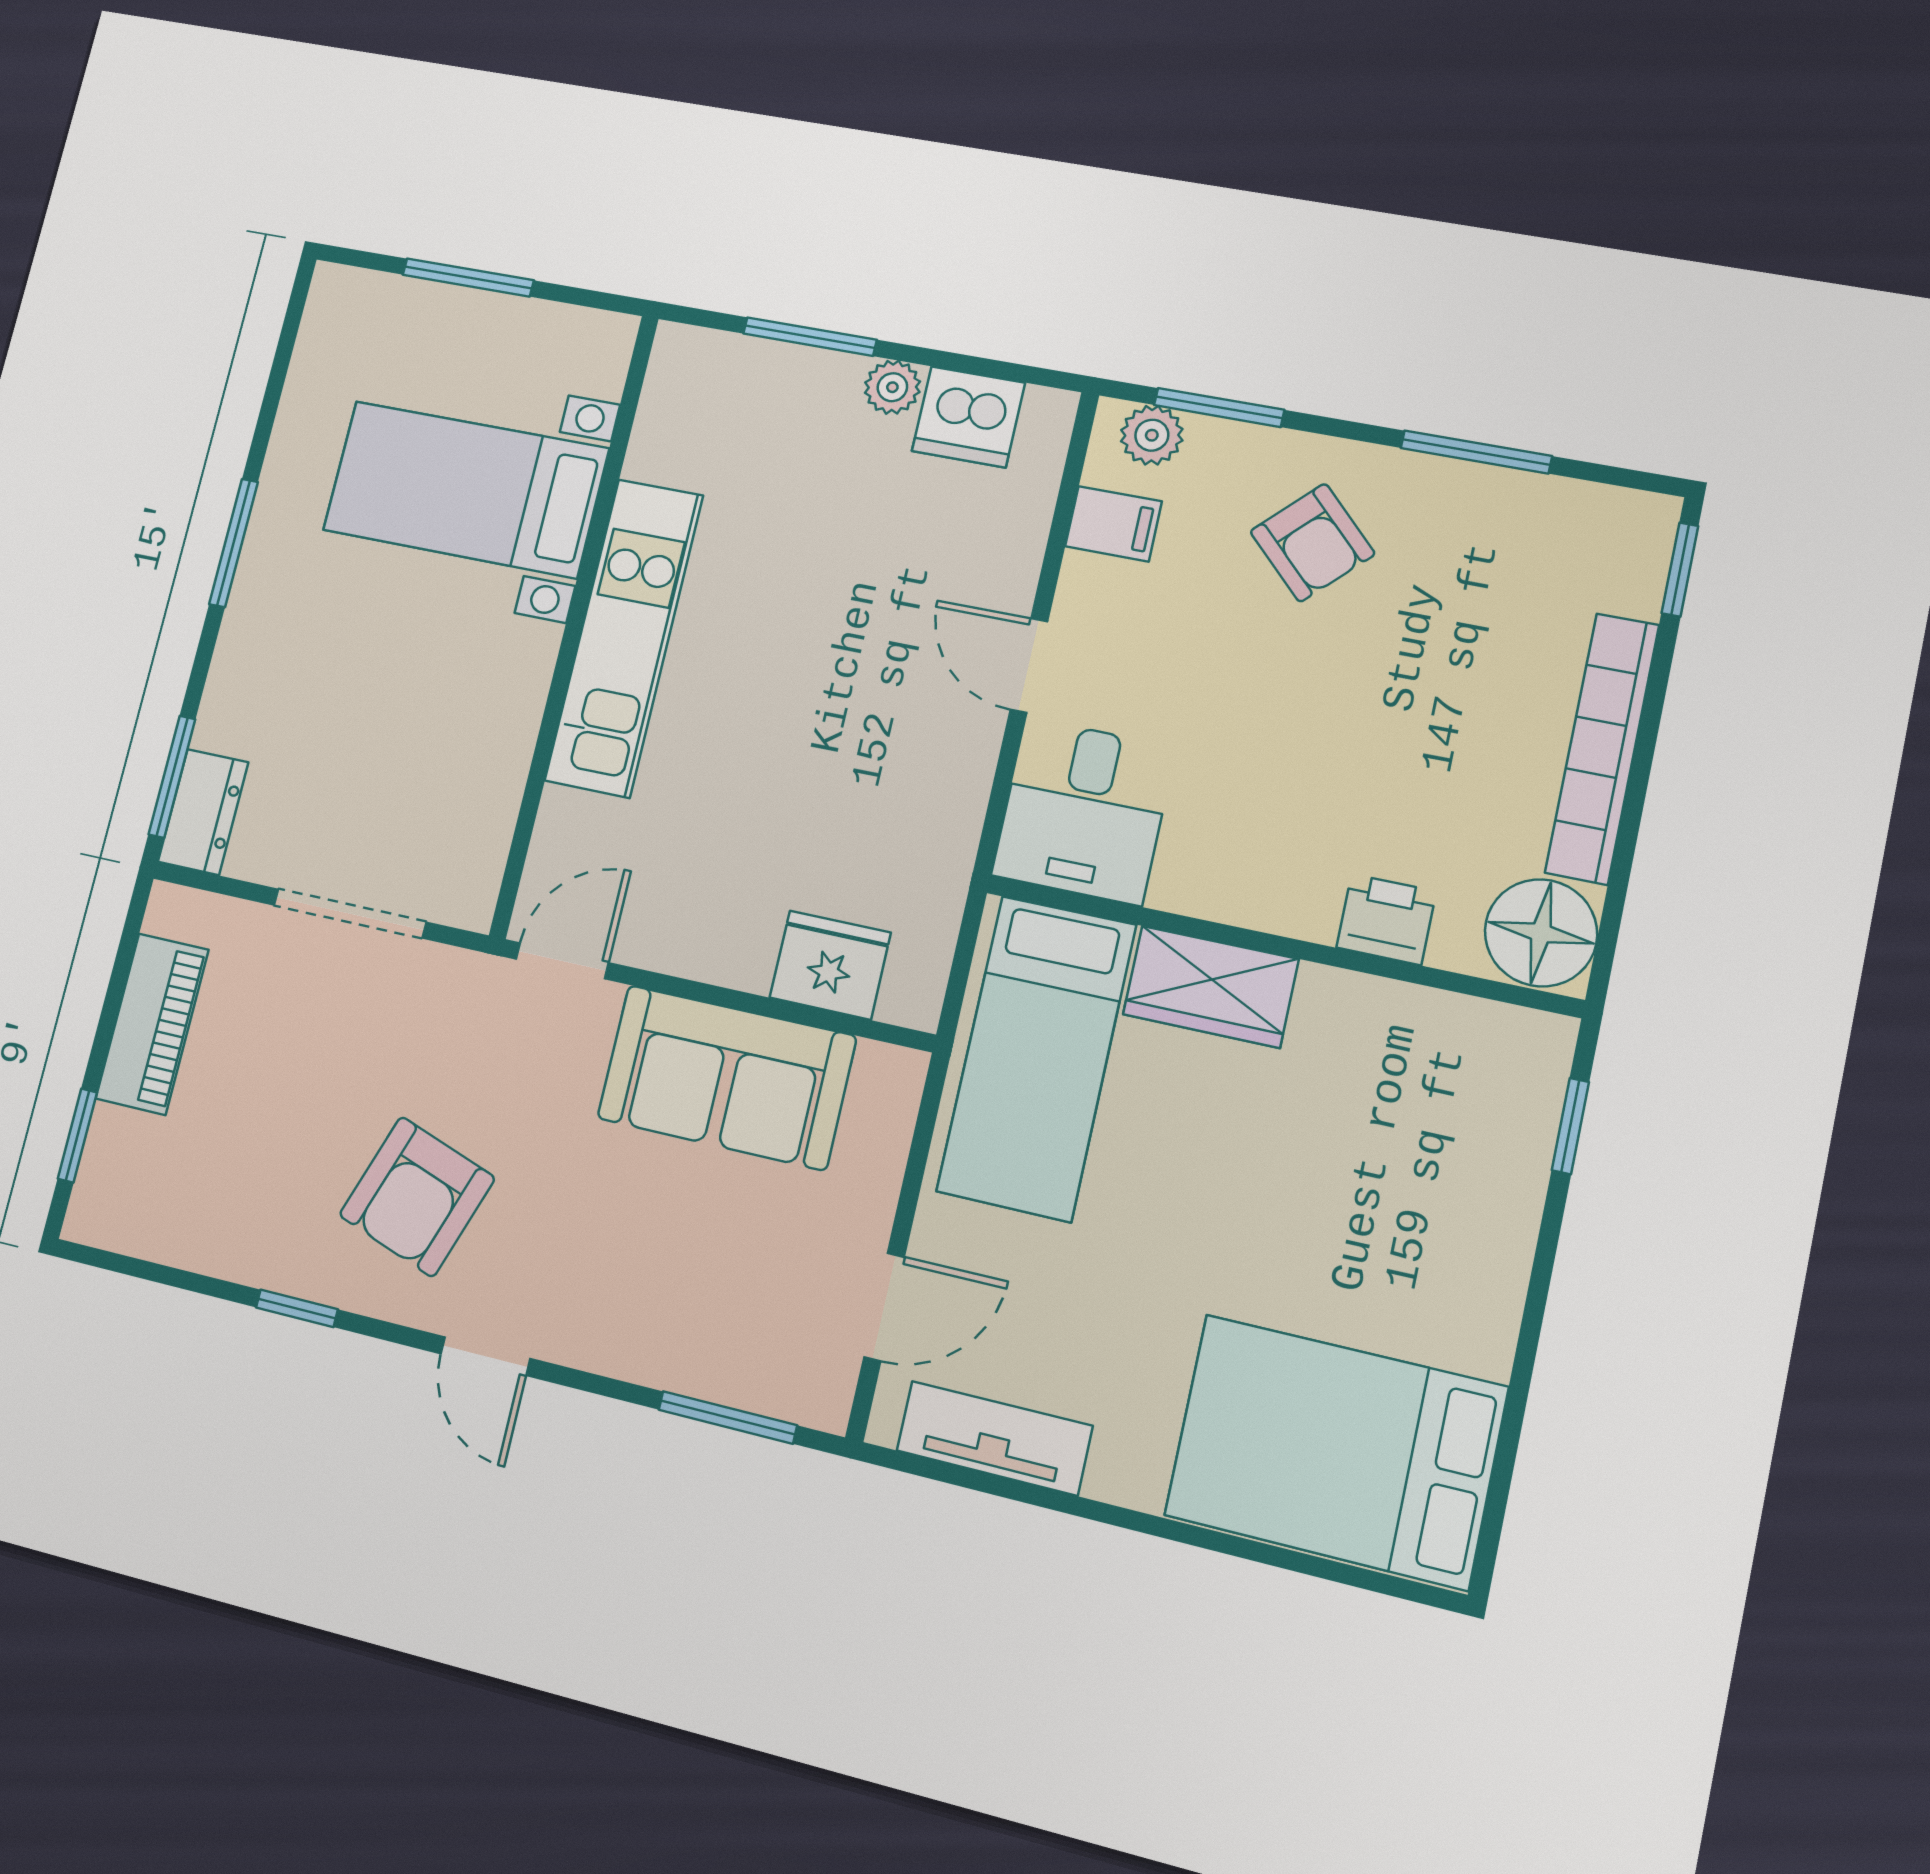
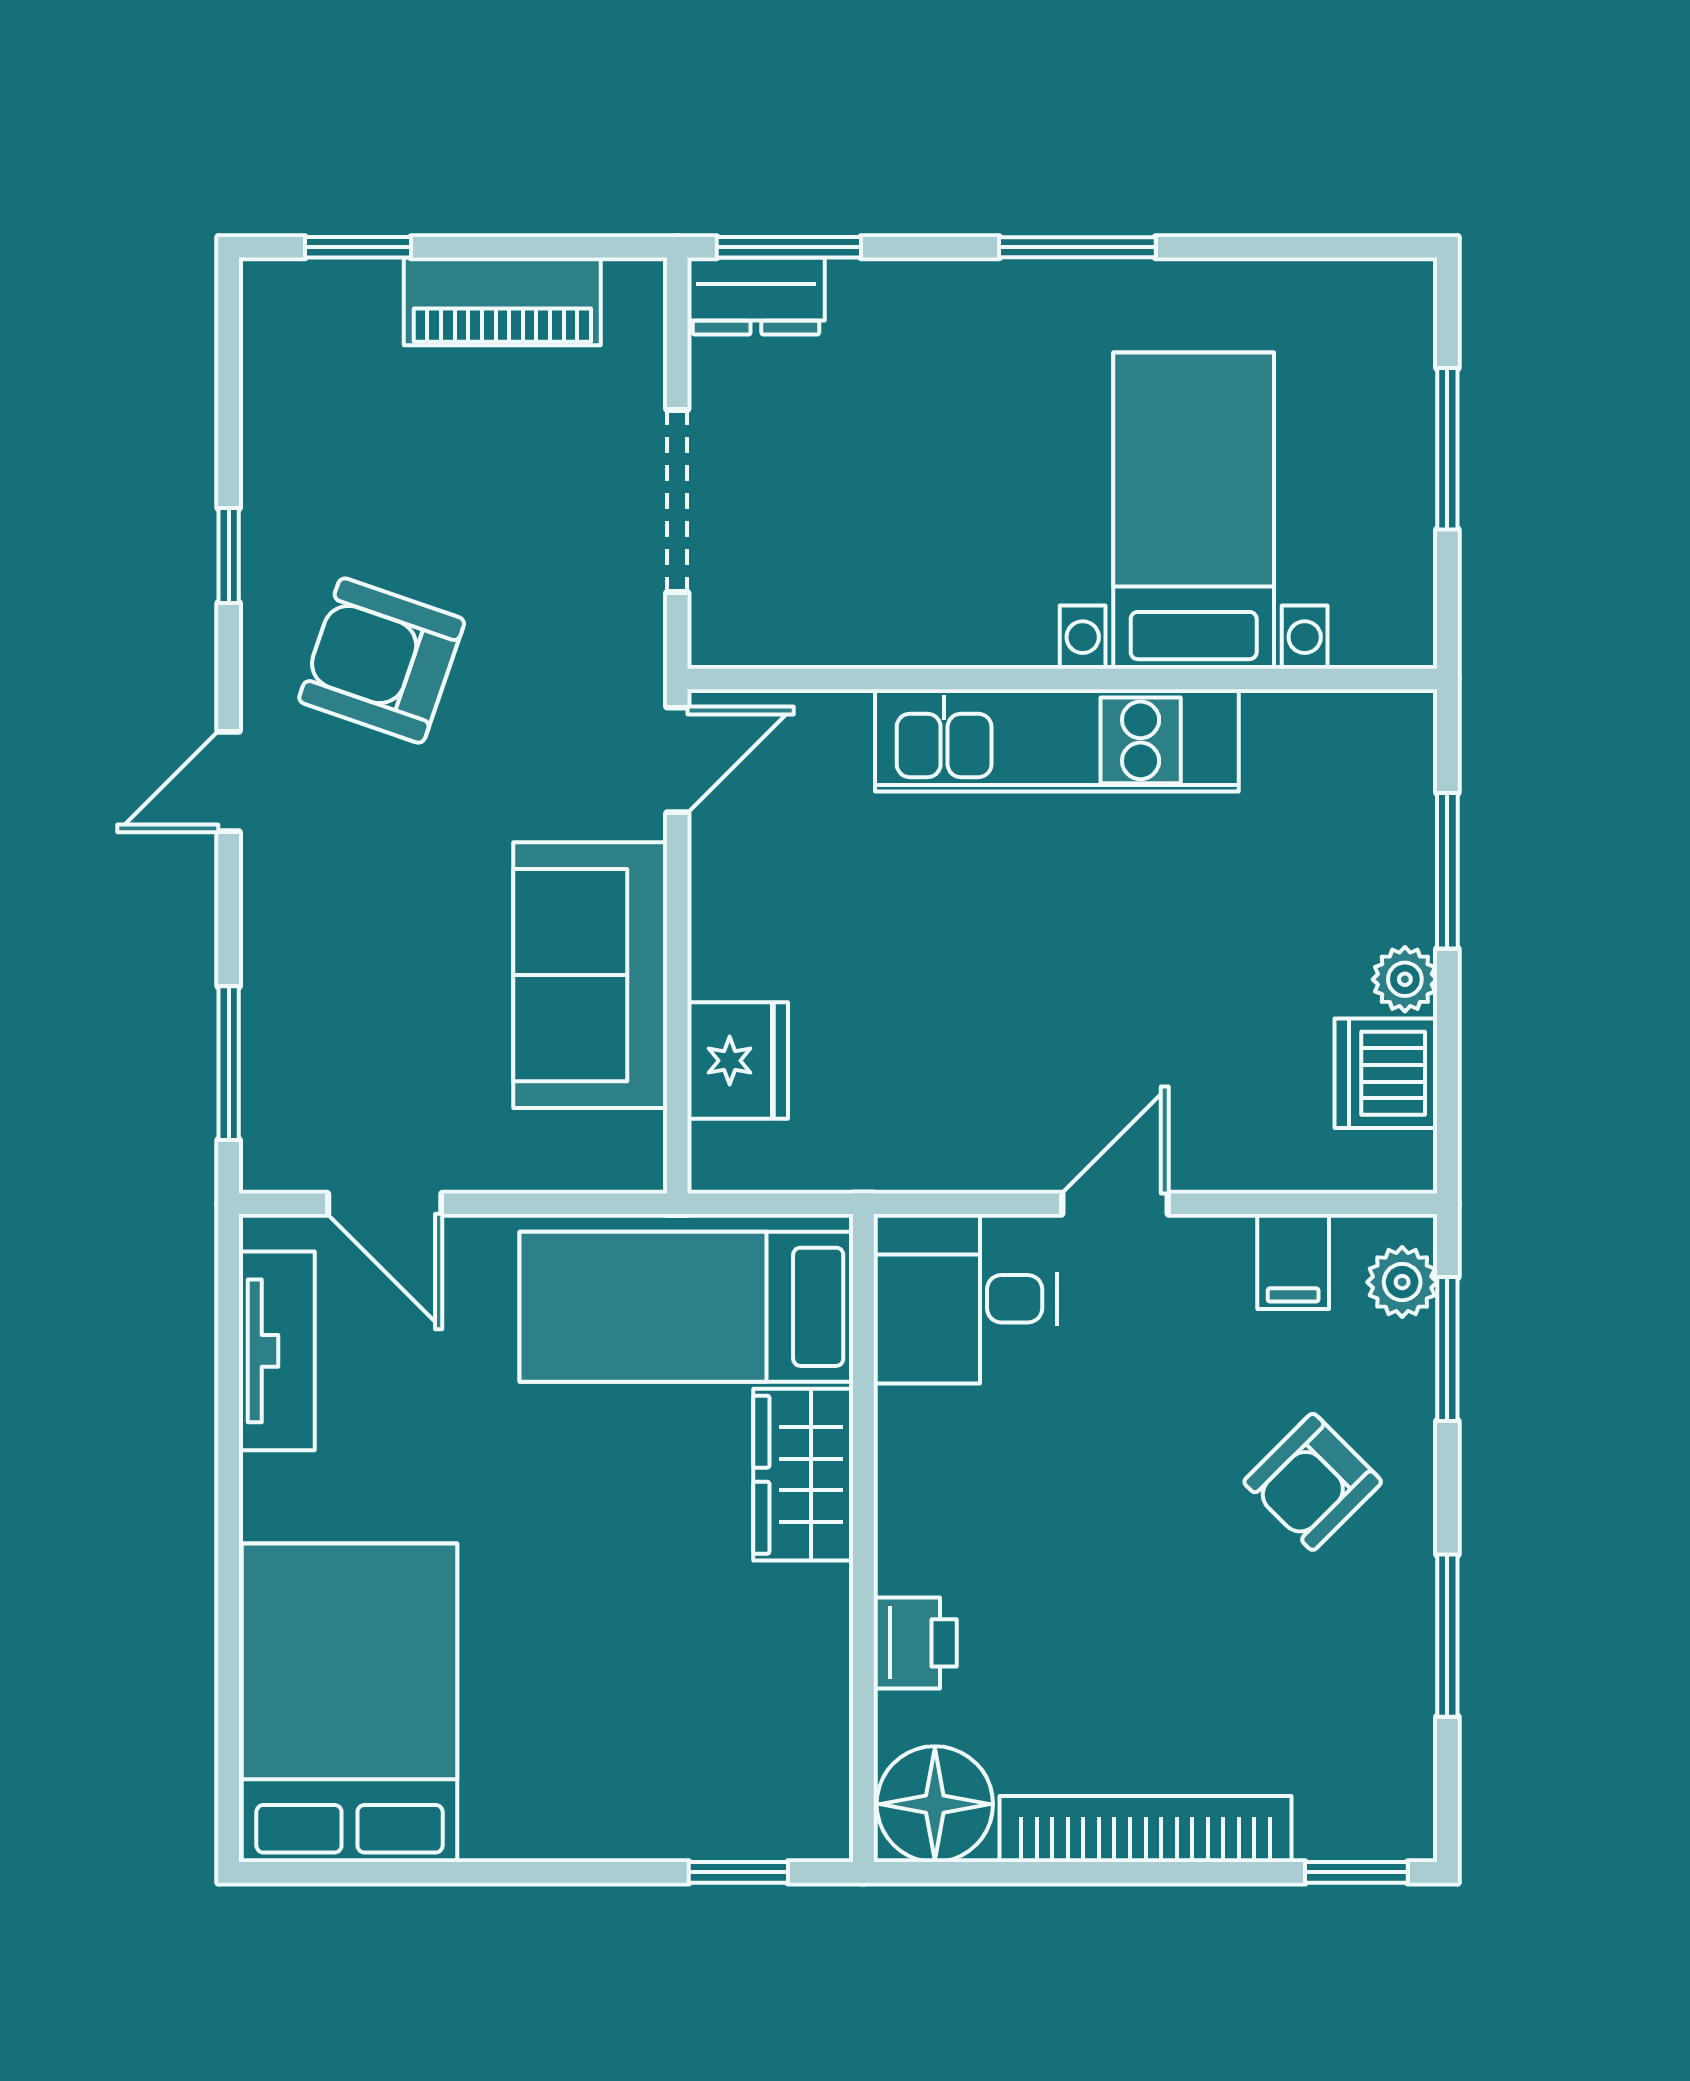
door: (562, 961) -> (677, 760), hinge flipped

